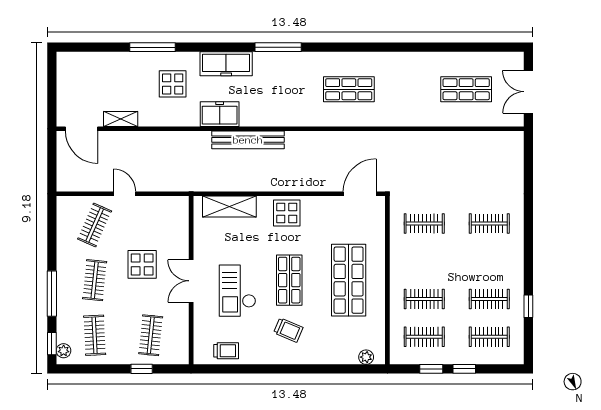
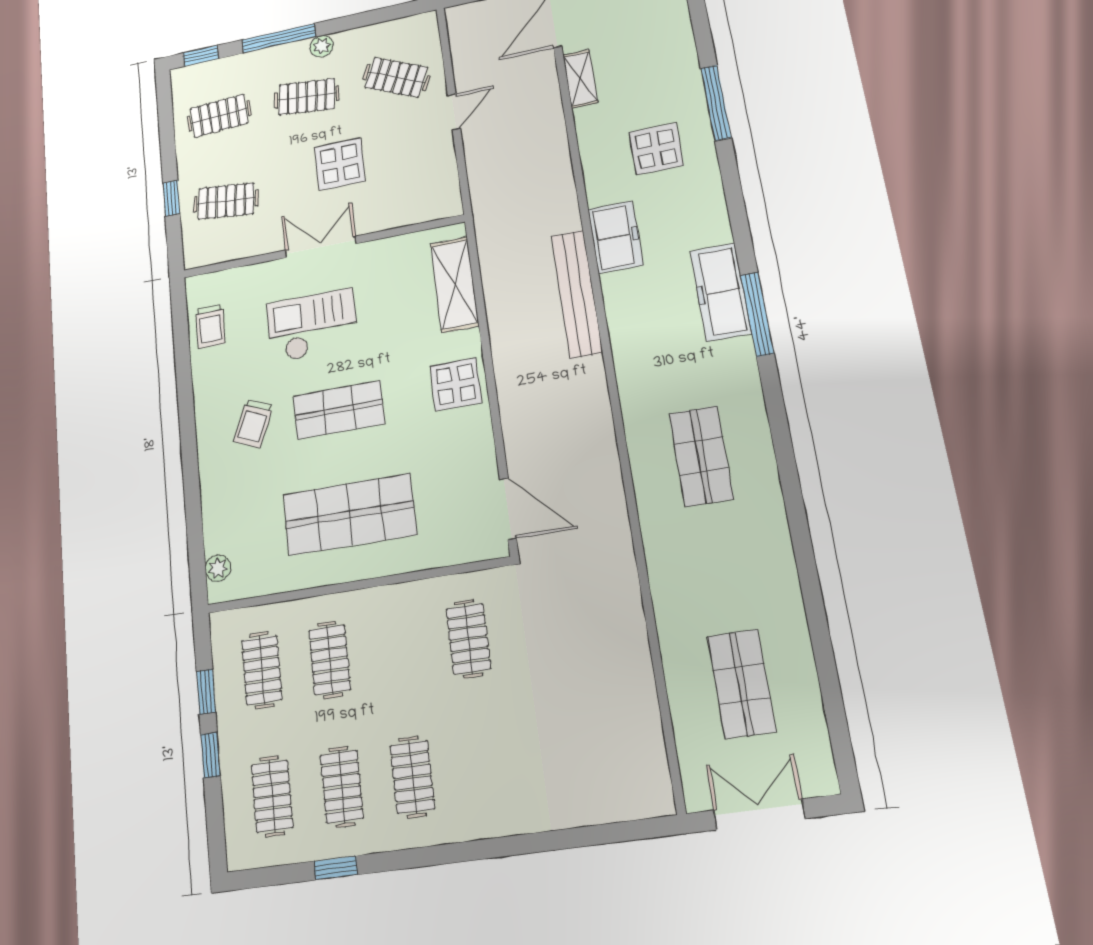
freezer: (226, 64) -> (721, 292), moved
clothes rail: (489, 223) -> (412, 777), moved
plant: (64, 351) -> (322, 46), moved

